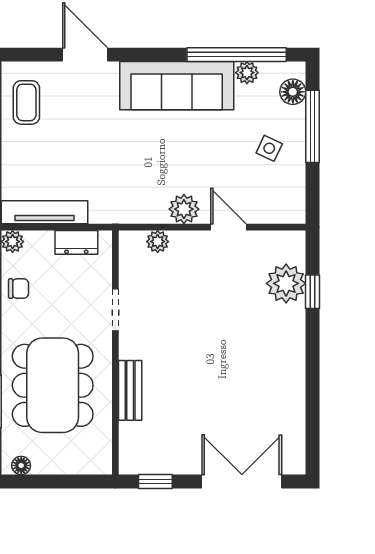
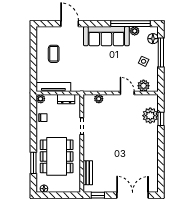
coffee table: (26, 102) -> (54, 54), moved
plant: (184, 209) -> (143, 86), moved
bench: (130, 390) -> (88, 173), moved

